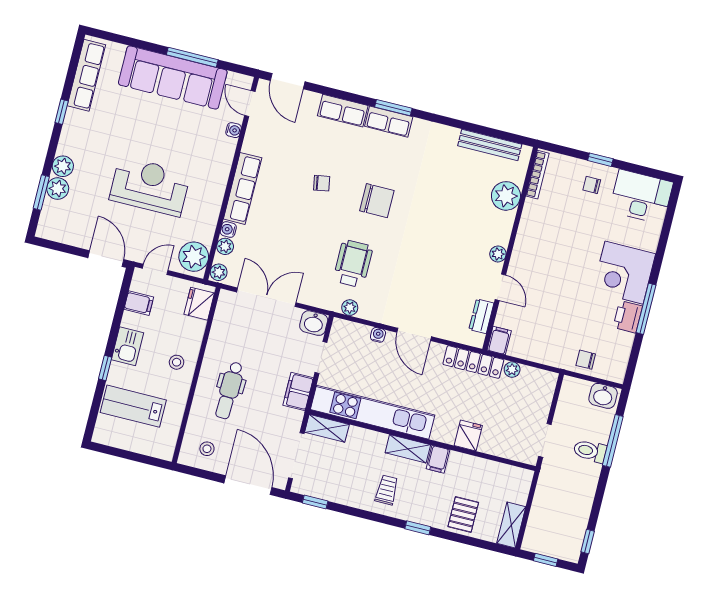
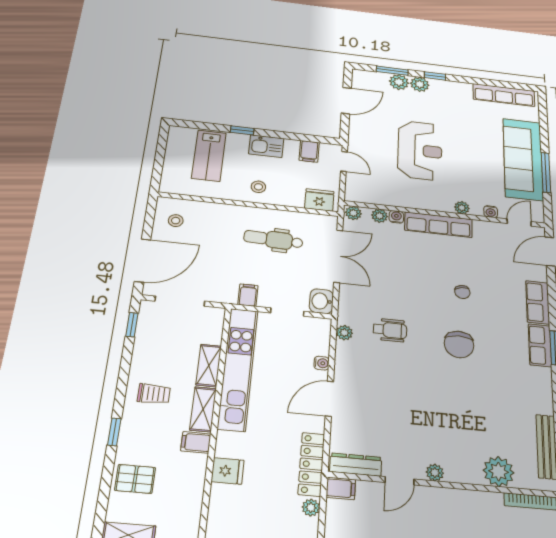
window: (62, 112) -> (435, 76), moved
plant: (194, 257) -> (462, 208), moved, width x0.53, depth x0.53
door: (106, 259) -> (346, 101), moved
wheelchair: (353, 264) -> (390, 330), width x0.73, depth x0.73
dresser: (481, 316) -> (356, 465), width x1.44
dental chair: (229, 390) -> (273, 240), moved
filing cabinet: (298, 391) -> (248, 295), width x0.50
lab bench: (133, 406) -> (209, 156), turned 180
shelving: (327, 428) -> (209, 365), moved

